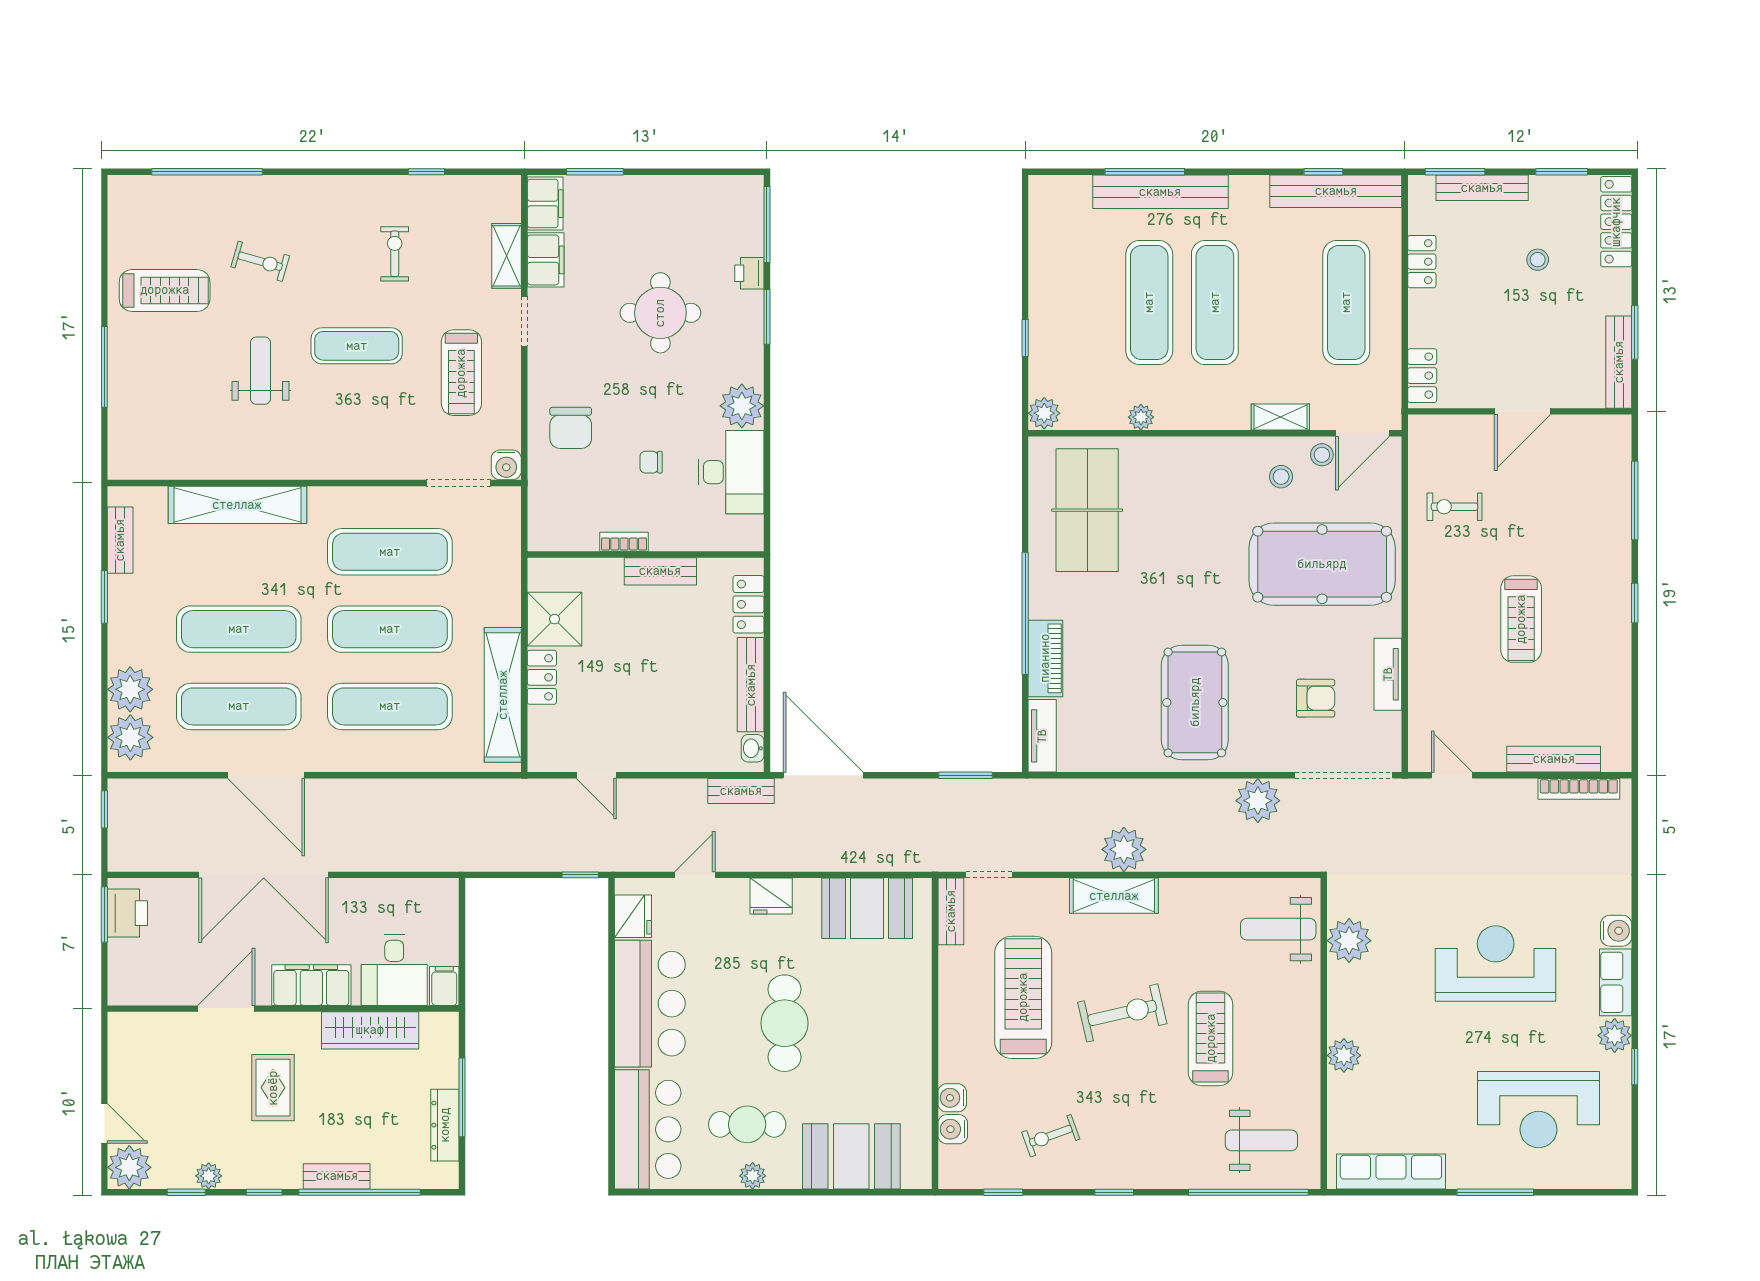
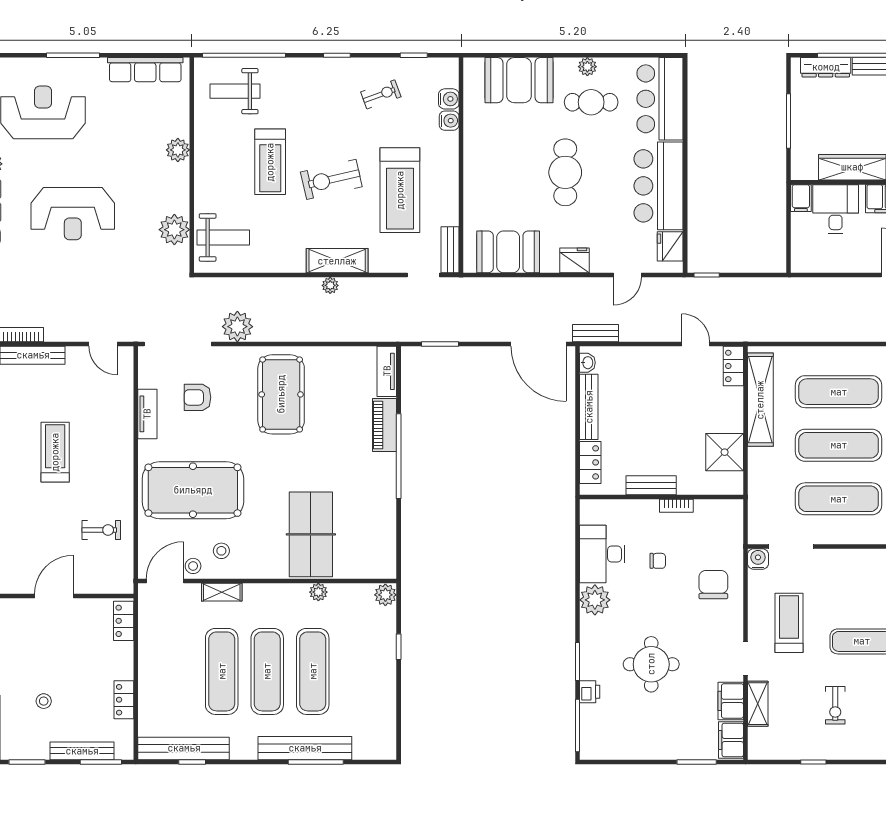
exercise mat: (1346, 302) -> (222, 671), moved
table tennis table: (1087, 510) -> (311, 534), moved
locker: (542, 677) -> (733, 366), moved
plant: (1124, 849) -> (330, 285), width x0.53, depth x0.53
dresser: (445, 1125) -> (826, 67), moved, turned 90

